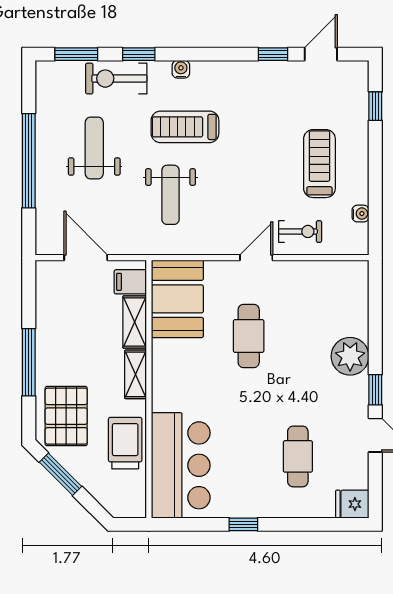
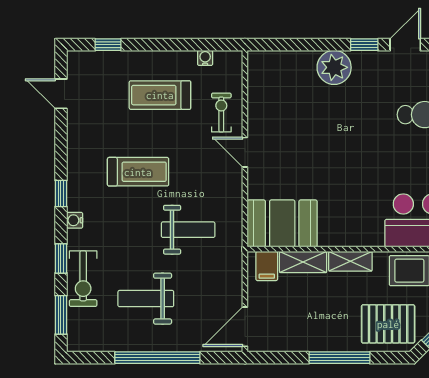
window: (273, 54) -> (61, 194), moved
treadmill: (185, 127) -> (138, 172), moved, turned -90
door: (86, 258) -> (245, 327), moved
cafe table: (249, 336) -> (316, 159), removed

